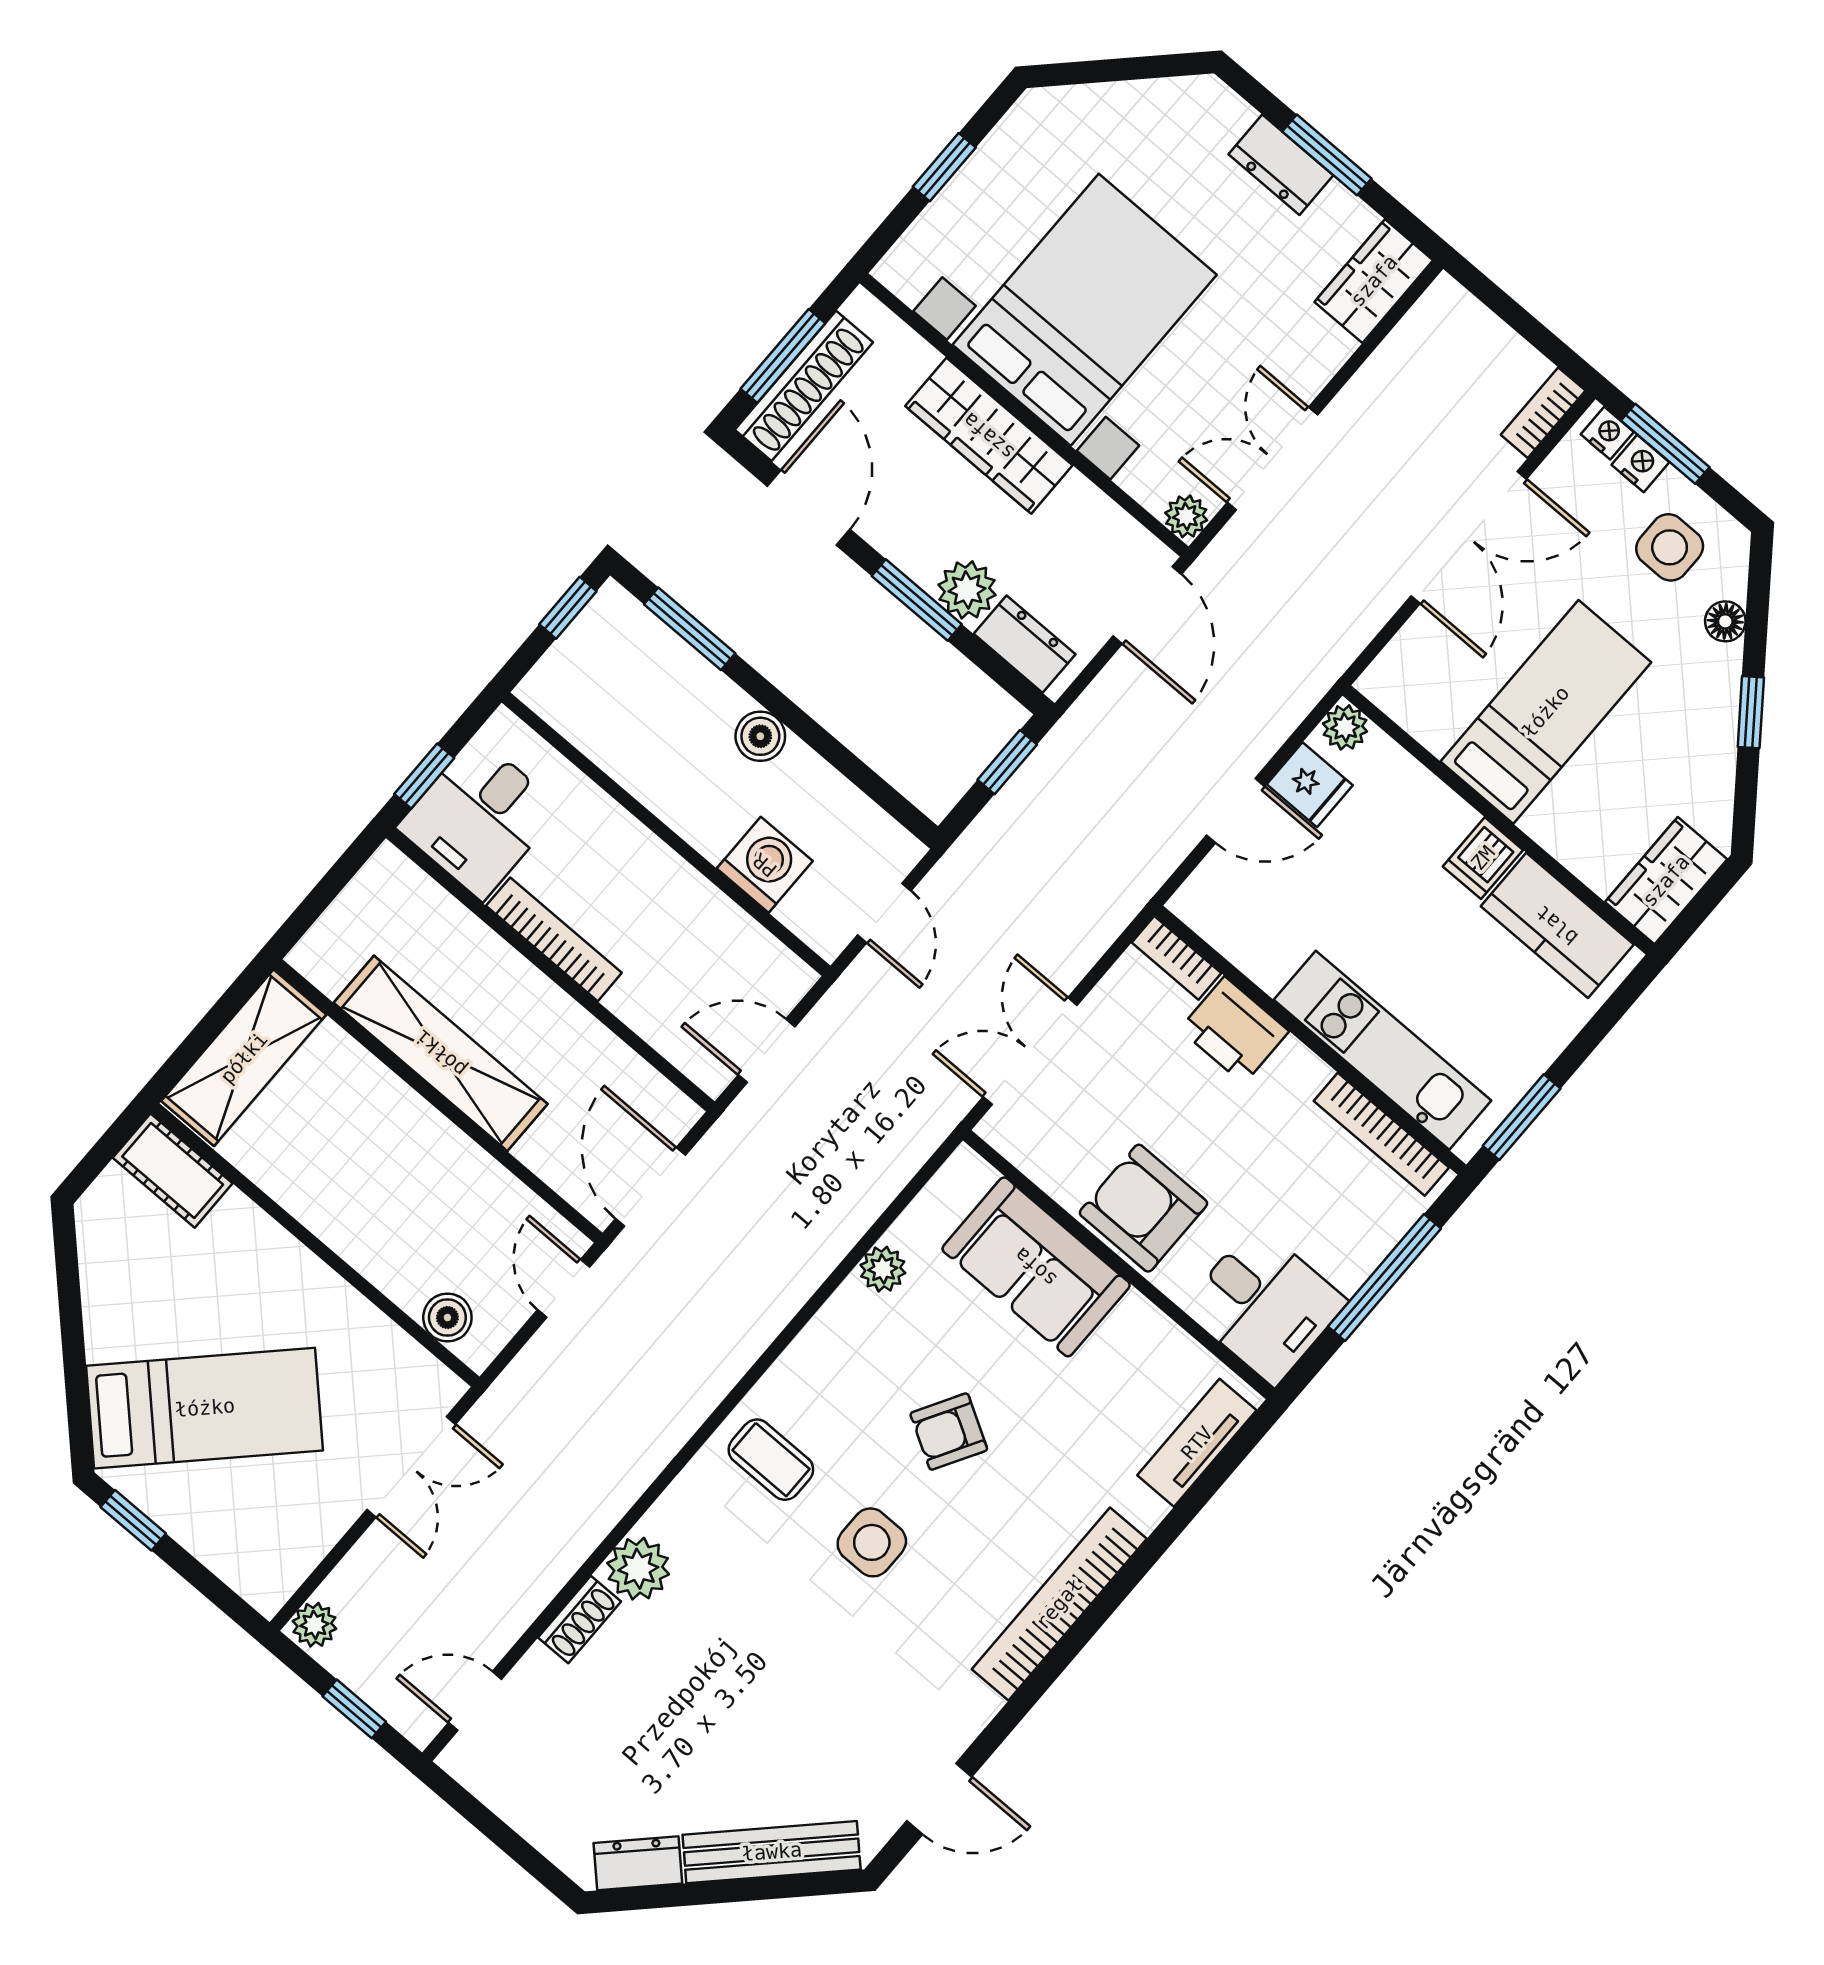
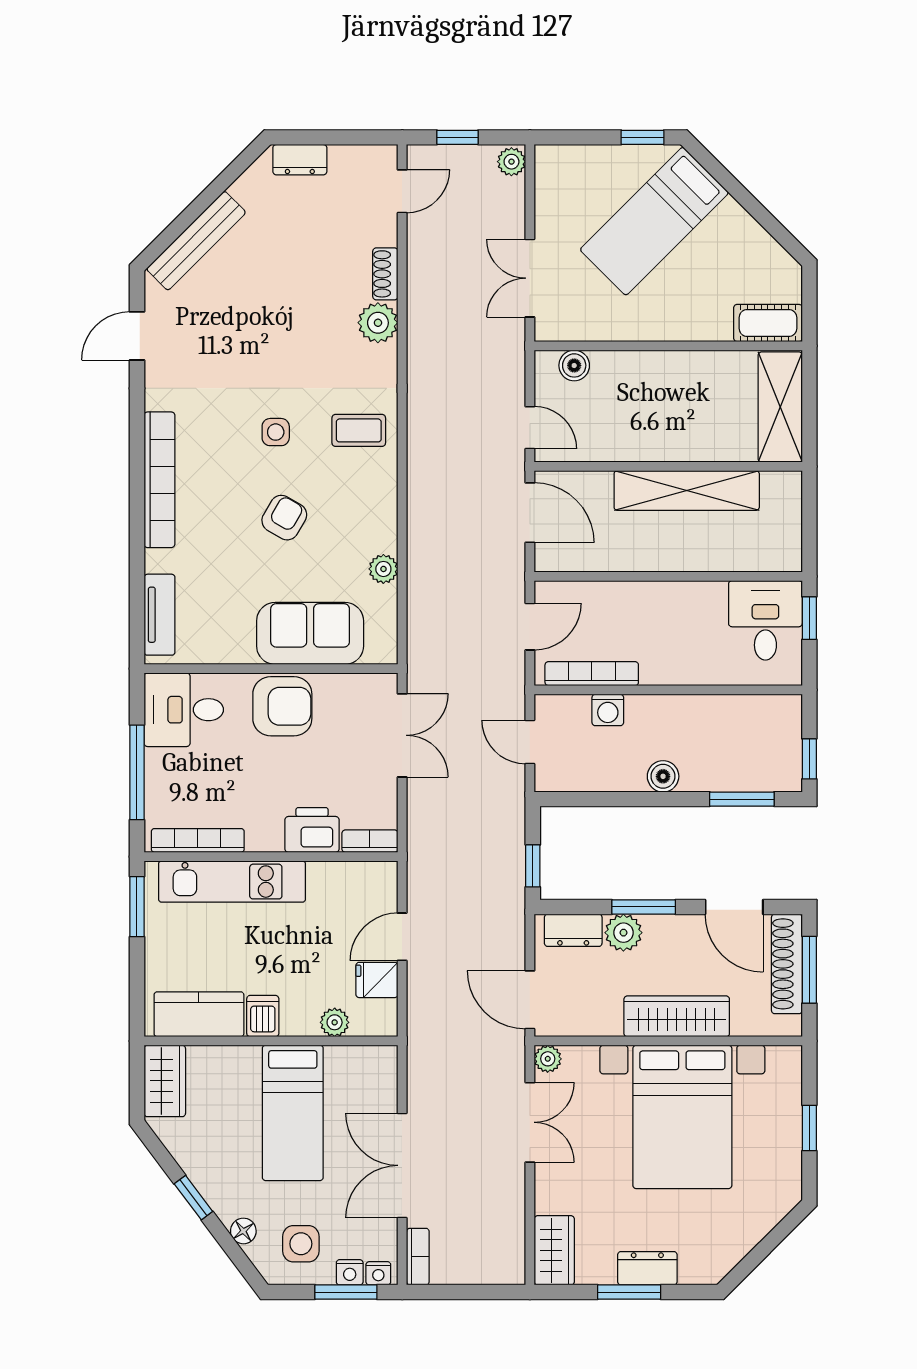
plant: (1345, 727) -> (335, 1022), moved
washing machine: (765, 865) -> (608, 710), width x0.73, depth x0.73
bookcase: (554, 939) -> (592, 674), moved, turned 180
side table: (872, 1542) -> (276, 432), width x0.73, depth x0.73
dresser: (638, 1863) -> (300, 160), moved, turned 45

